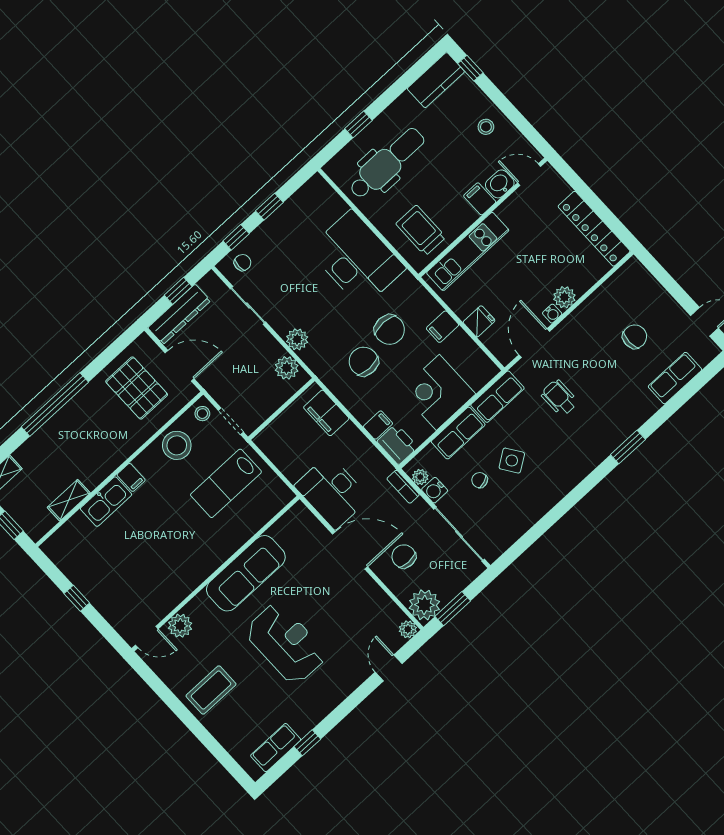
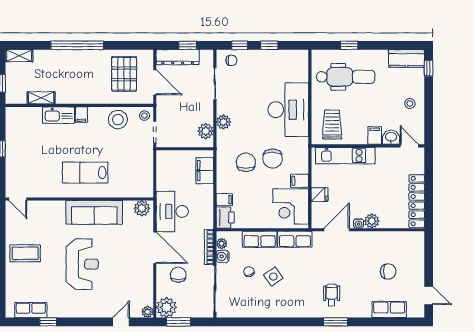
corner desk: (438, 392) -> (291, 206), moved, turned -90
wheelchair: (559, 398) -> (332, 295), moved
lab bench: (226, 483) -> (85, 173), moved
bookcase: (403, 487) -> (209, 247), width x1.56
plant: (180, 626) -> (142, 208), moved

